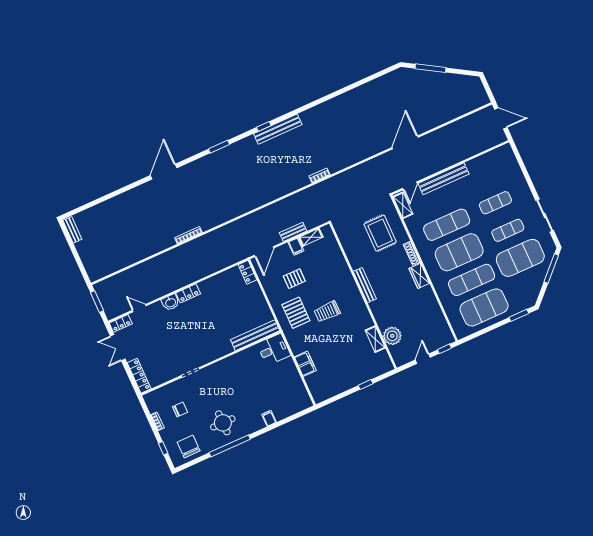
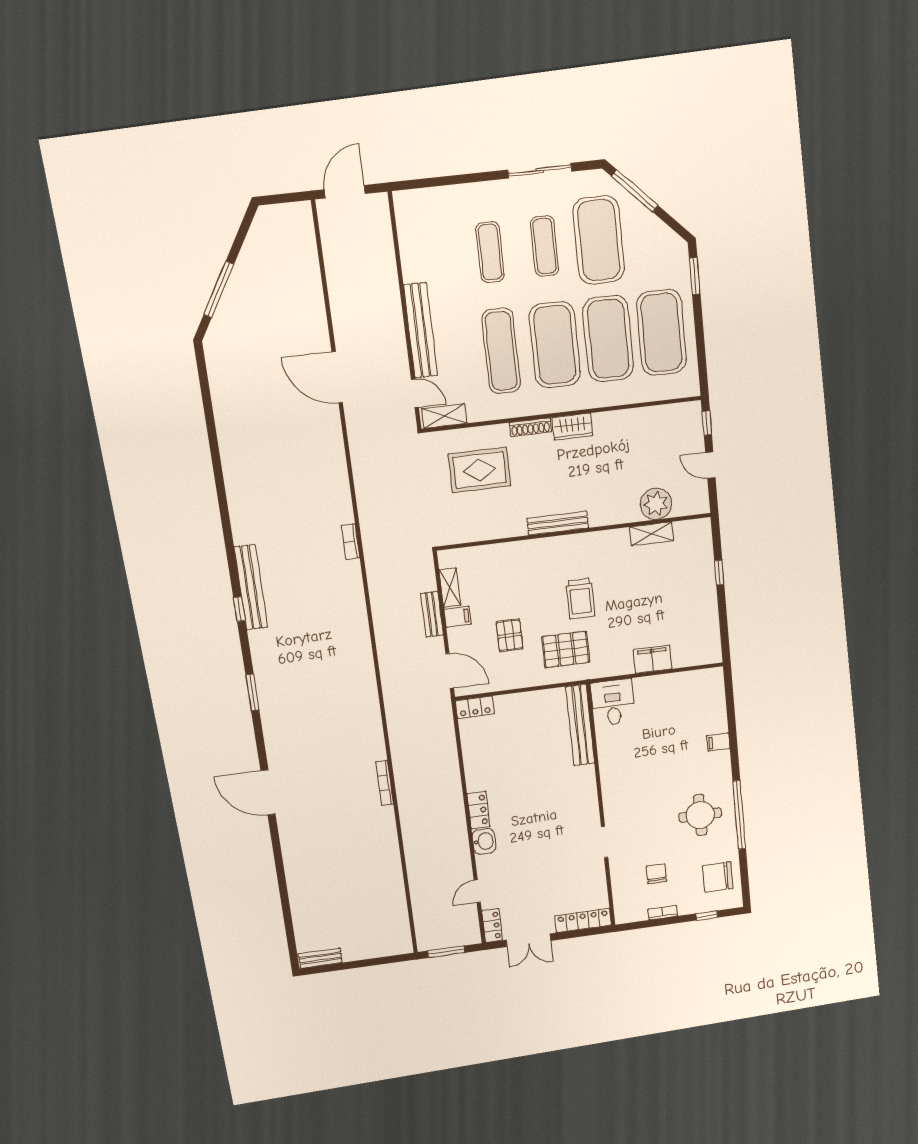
exercise mat: (472, 280) -> (608, 339), width x1.47

